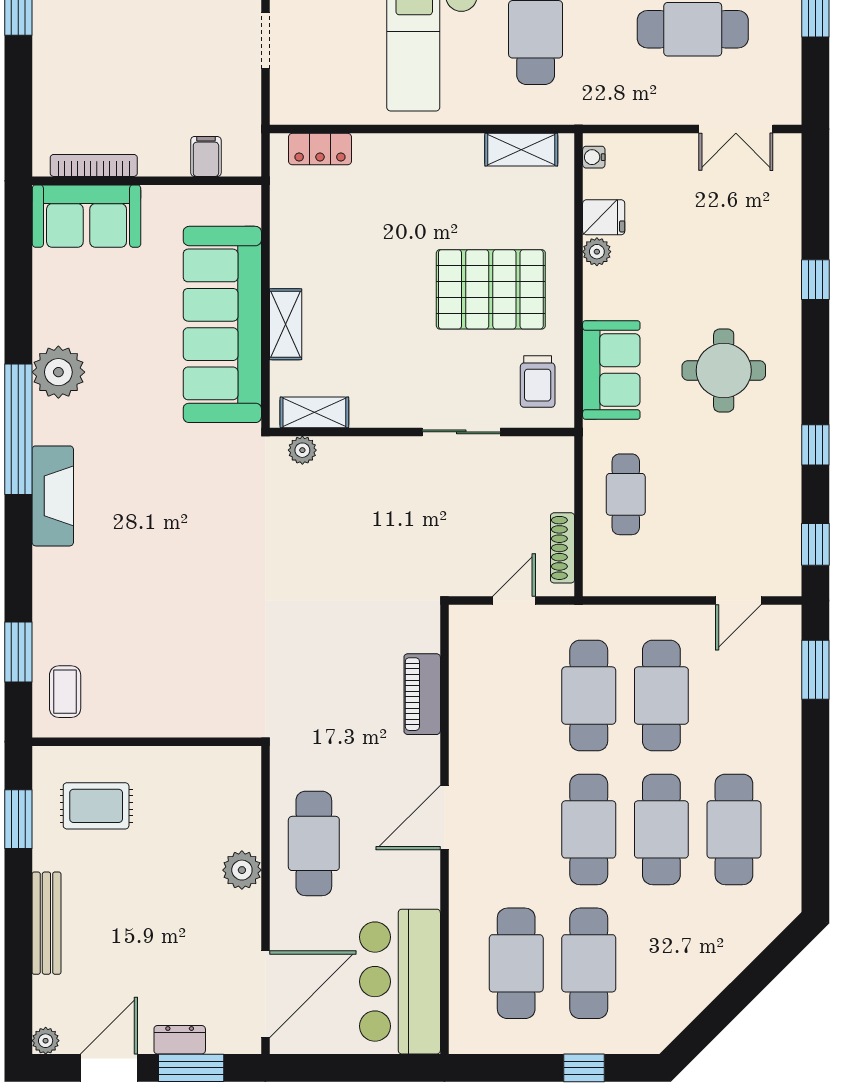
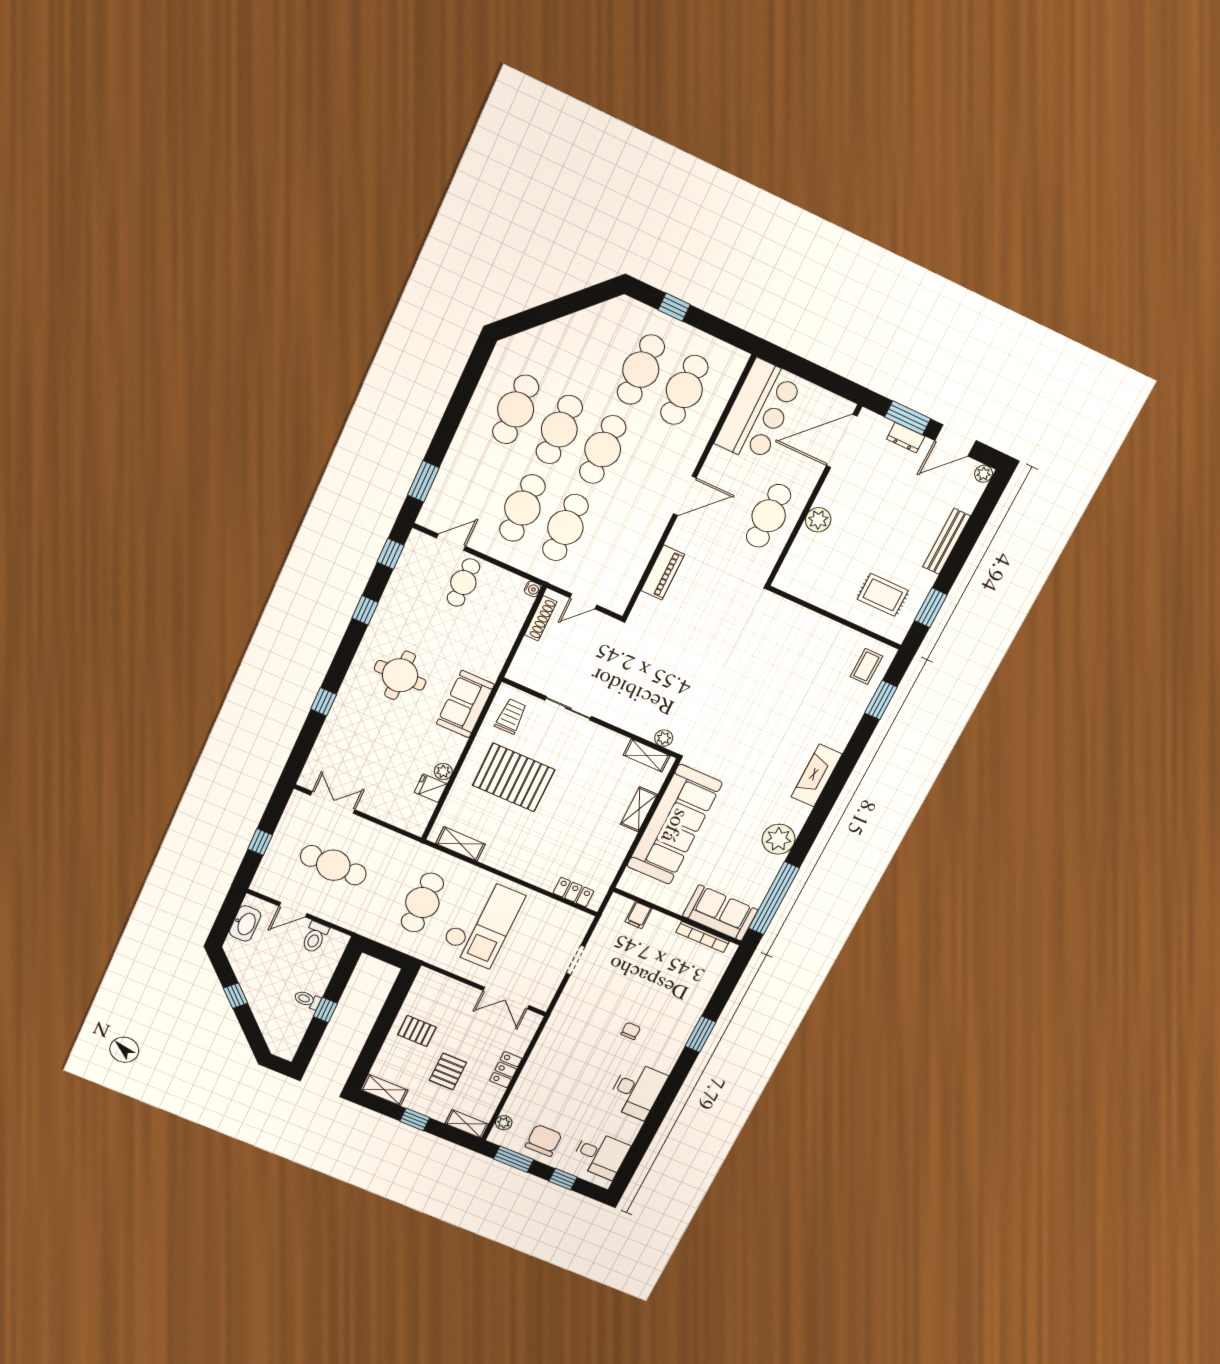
water cooler: (594, 157) -> (532, 589), moved
window: (18, 429) -> (774, 898), moved
cafe table: (626, 494) -> (463, 583), moved

